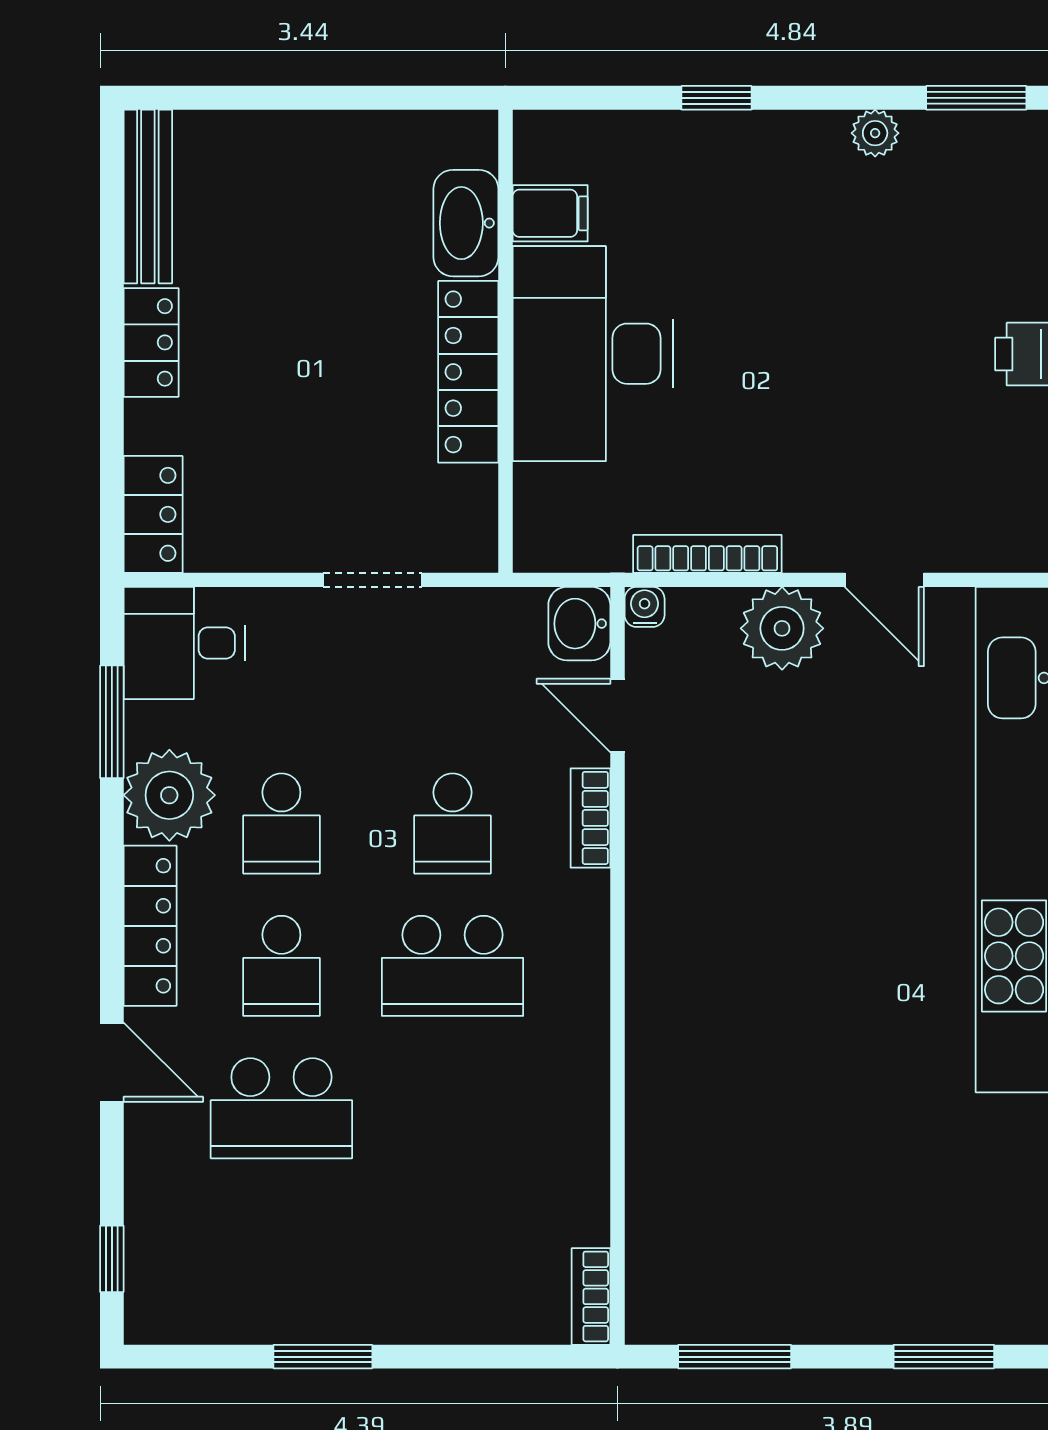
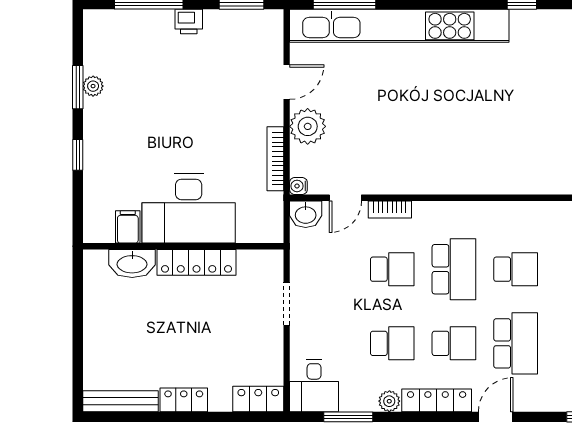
window: (976, 98) -> (78, 87), moved
plant: (169, 795) -> (389, 401), width x0.53, depth x0.53
school desk: (452, 1108) -> (516, 269), added

